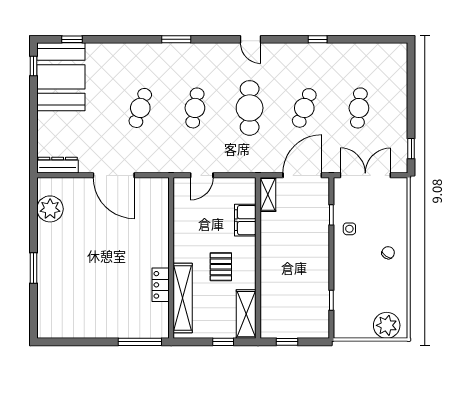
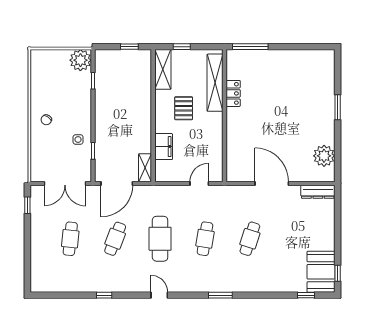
booth: (61, 77) -> (321, 272), width x0.73, depth x0.70
plant: (387, 325) -> (80, 60), moved

